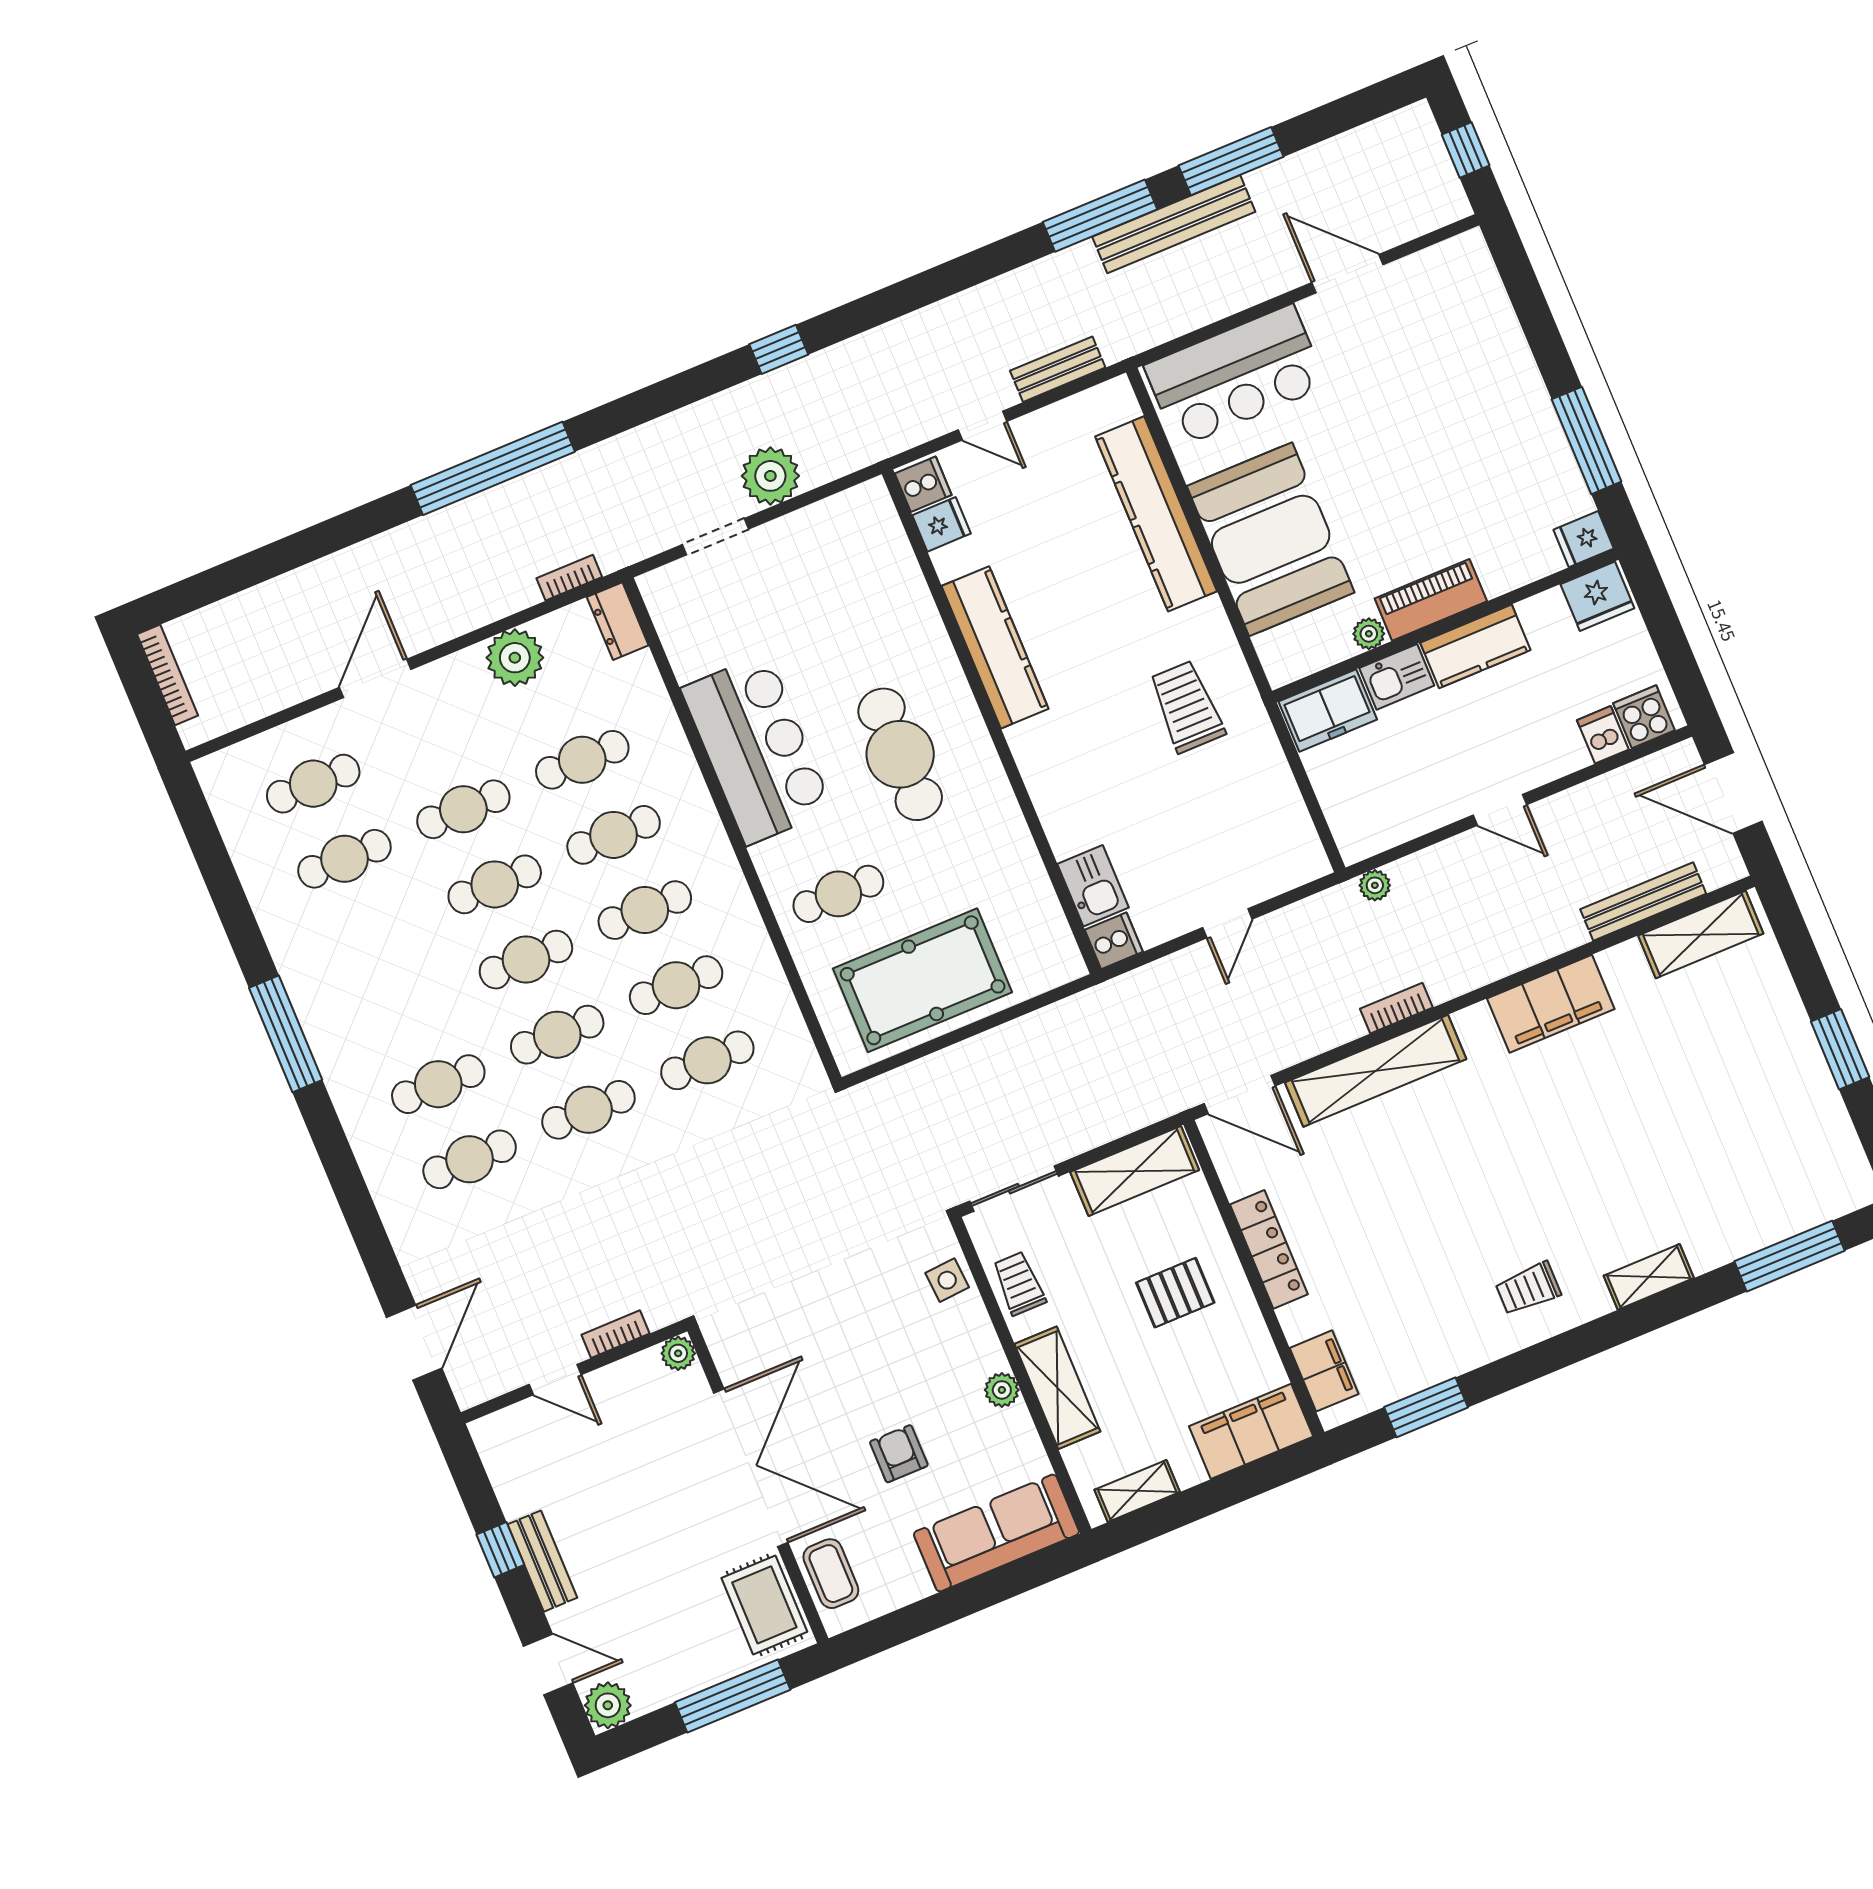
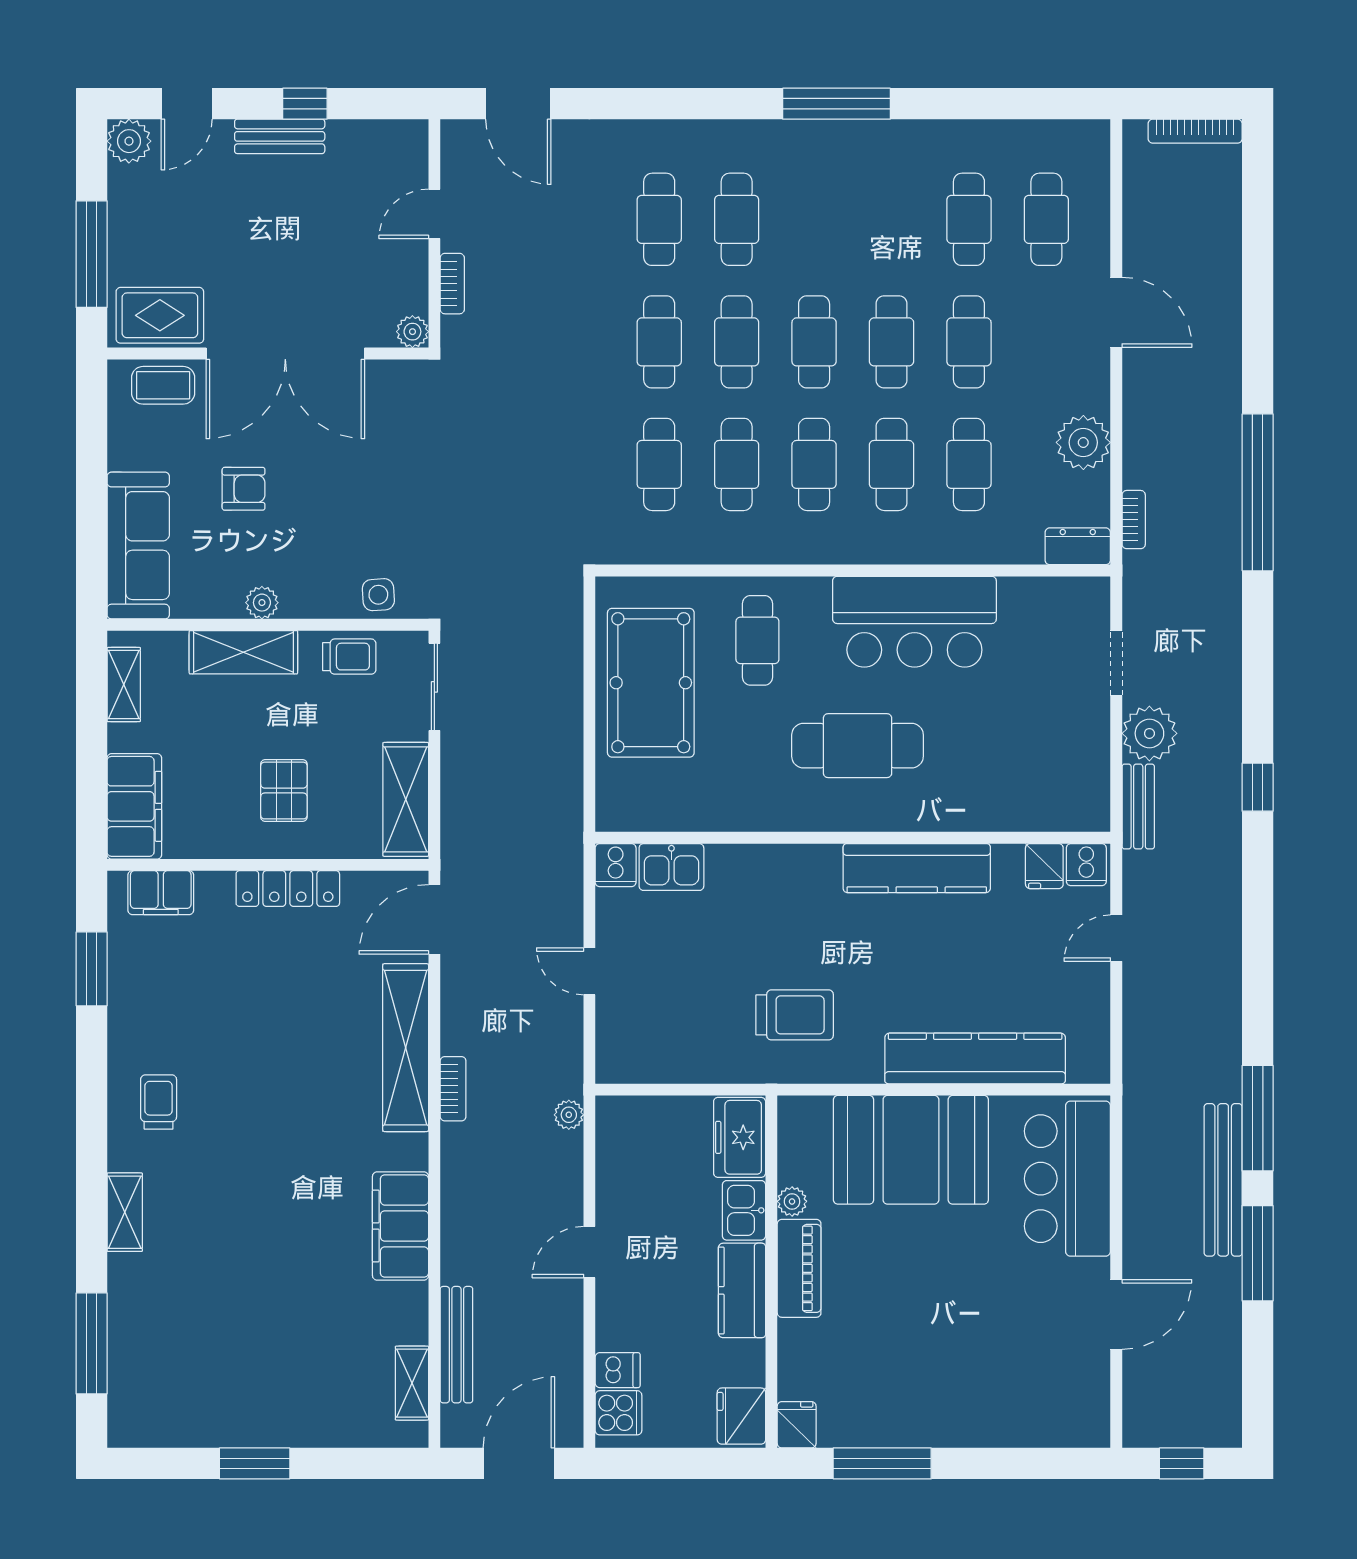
bench: (1058, 369) -> (1138, 806), moved
shelving: (1701, 935) -> (412, 1383), width x0.67, depth x0.75

